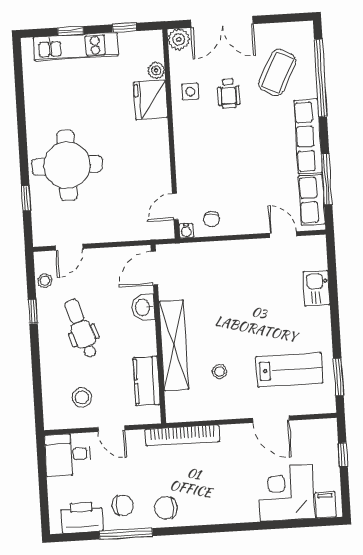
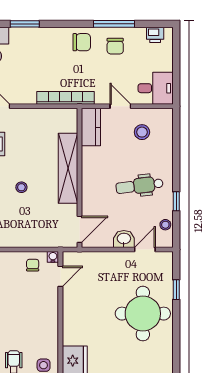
washbasin: (143, 307) -> (124, 239), moved, turned -90
dental chair: (81, 329) -> (139, 186), turned 101
stool: (220, 372) -> (21, 187), moved
kitchen counter: (147, 381) -> (91, 127), moved
chair: (123, 505) -> (115, 46), turned -90
printer: (82, 518) -> (155, 35), width x0.53, depth x0.68
window: (240, 527) -> (25, 24), added

